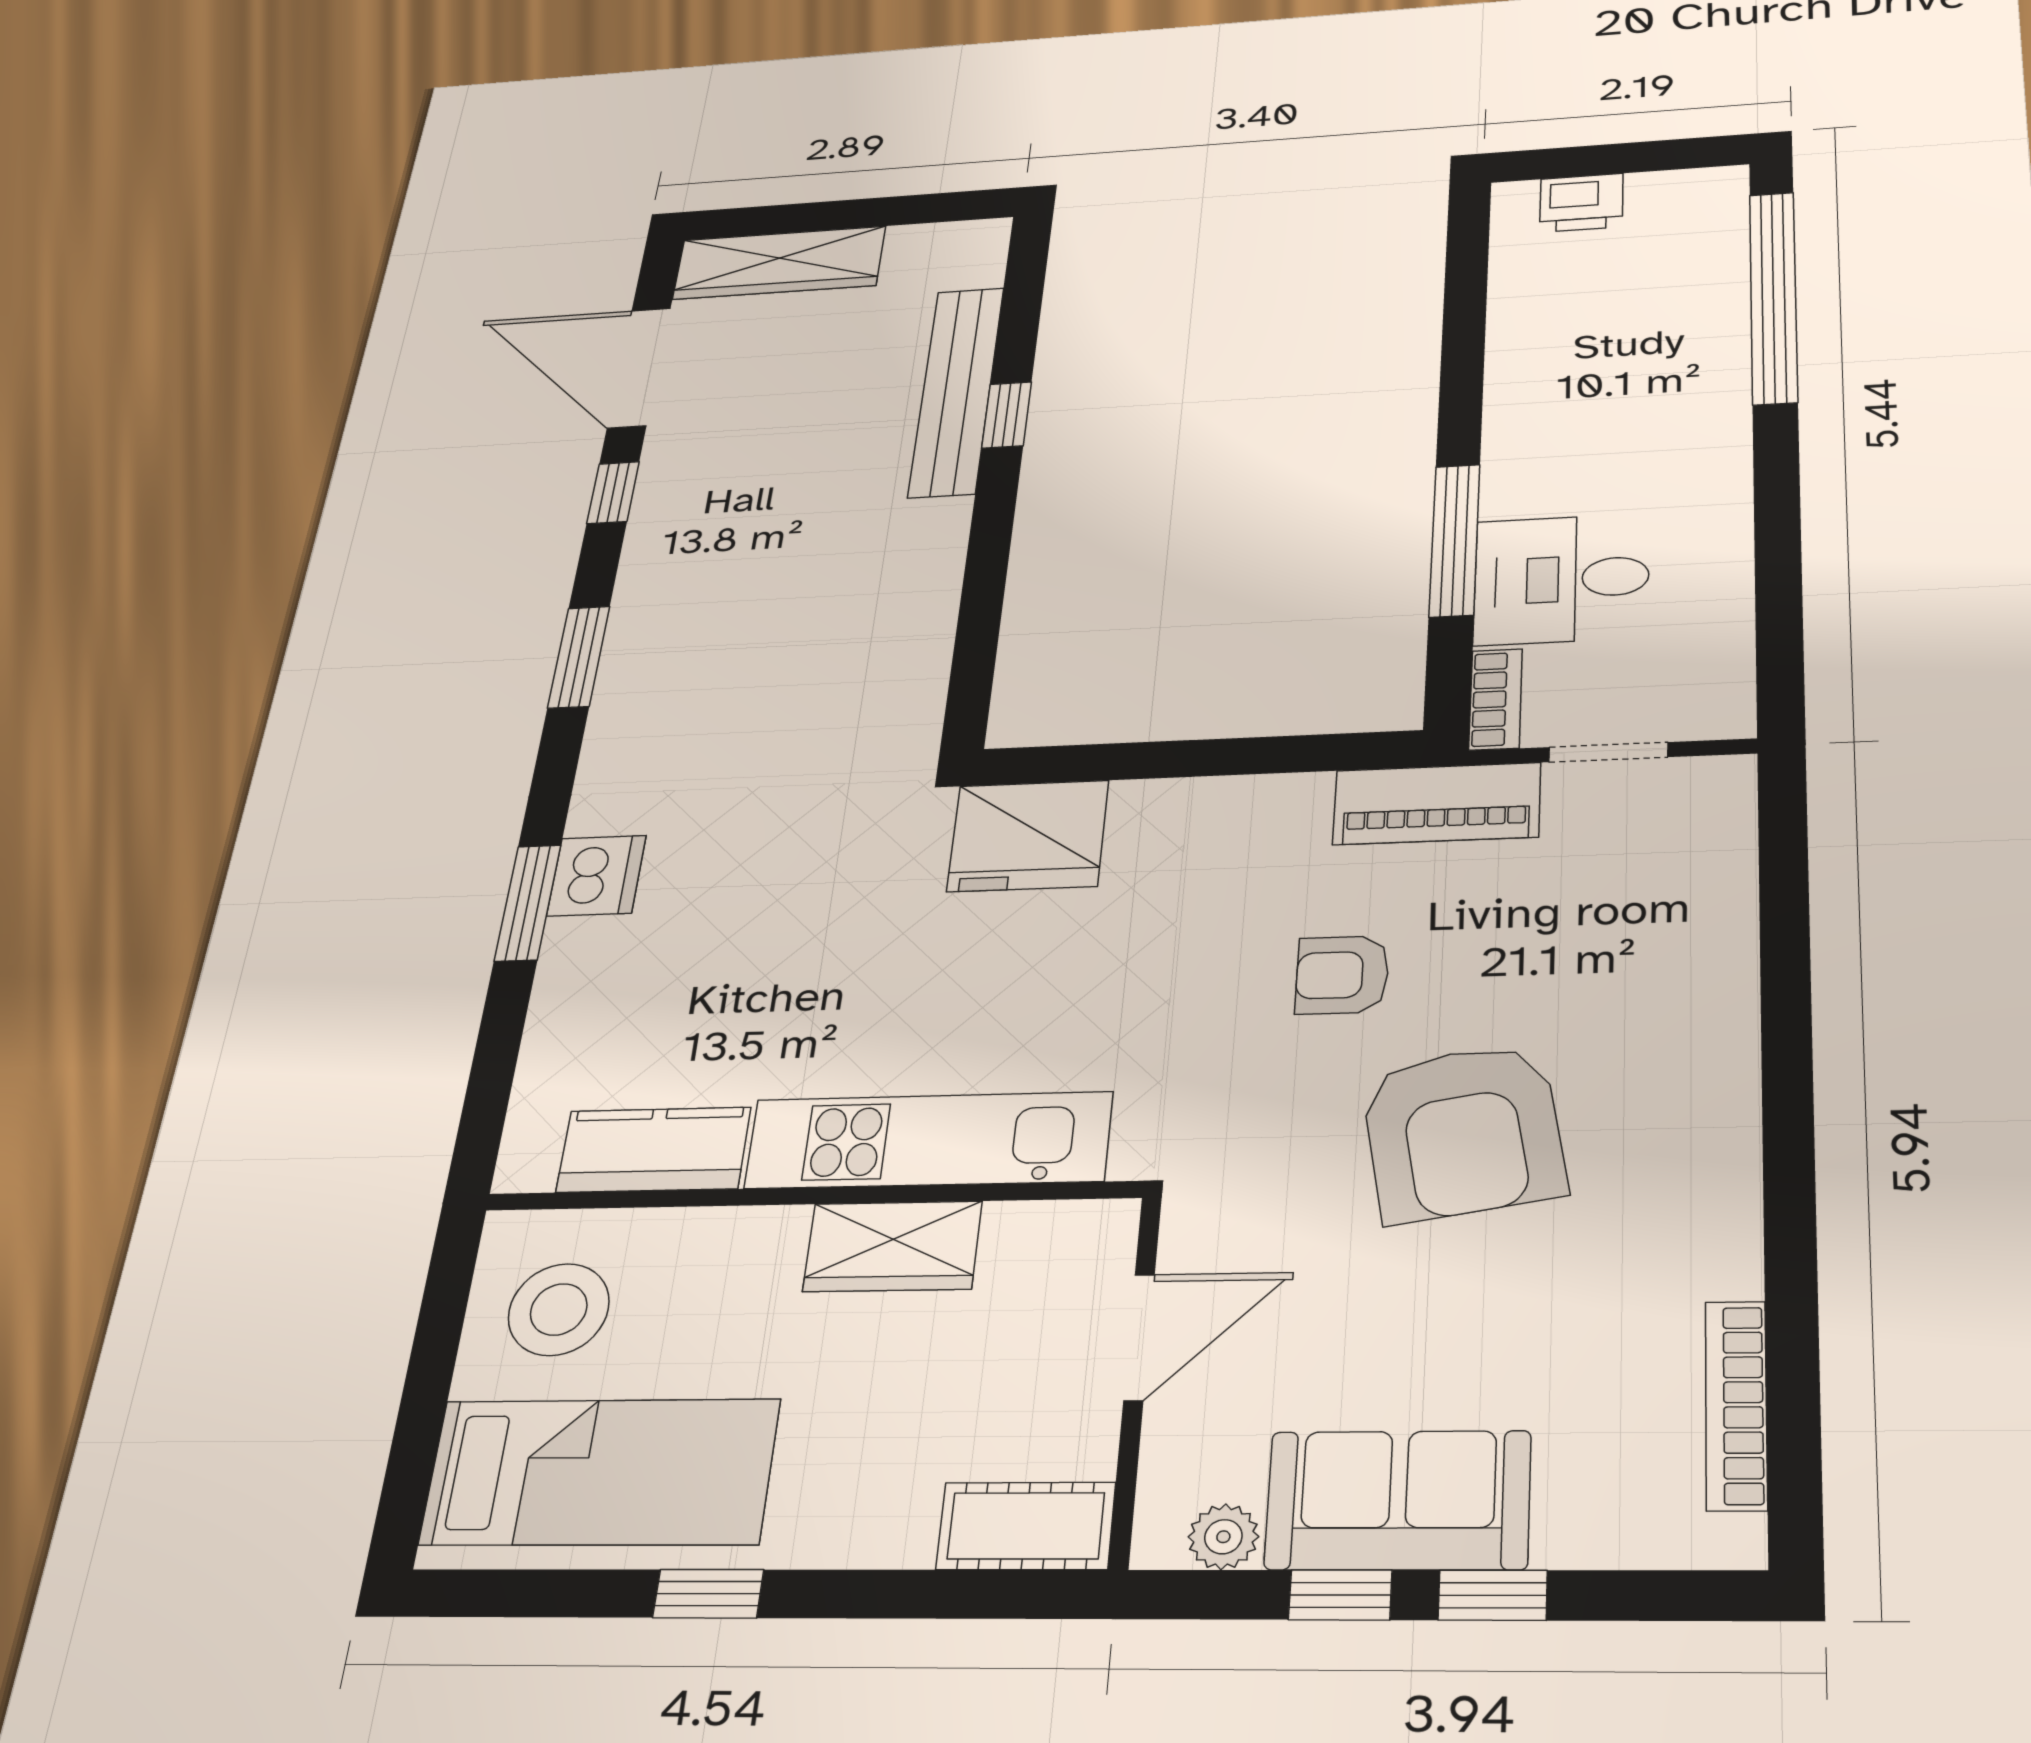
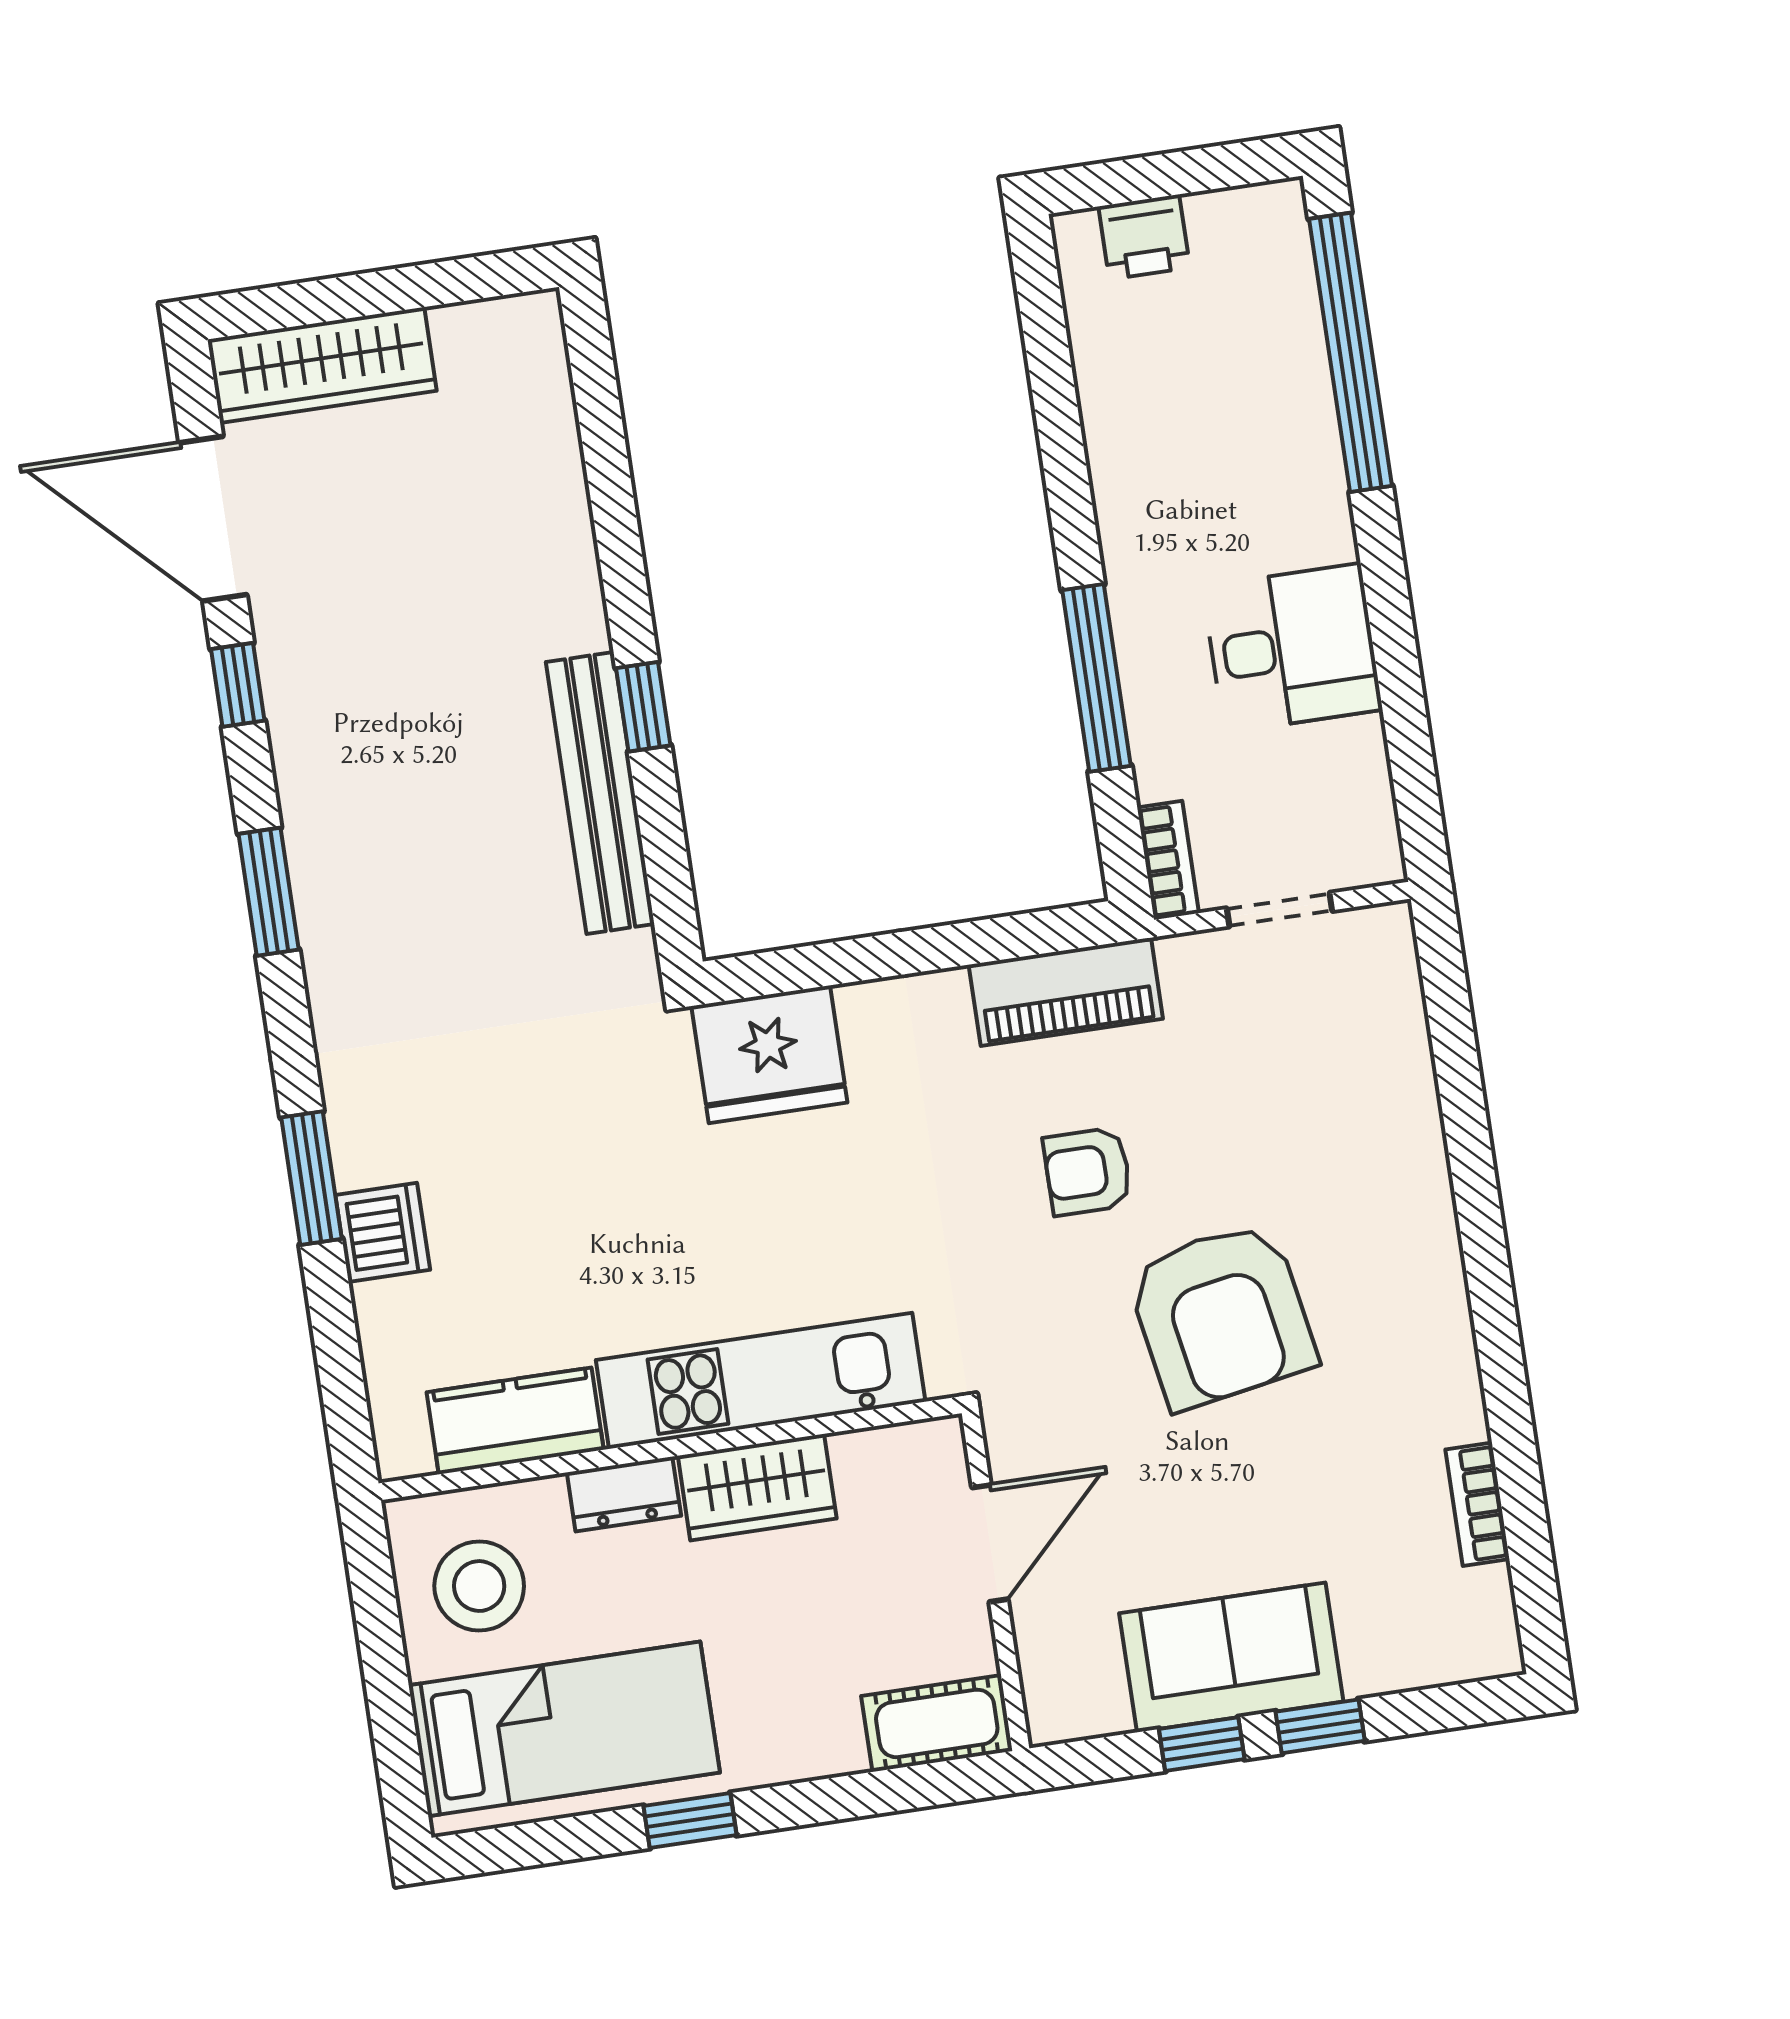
bench: (956, 391) -> (600, 793), moved
window: (1007, 415) -> (643, 707), moved
desk: (1562, 579) -> (1292, 648), moved, turned 180
piano: (1437, 804) -> (1066, 992), moved
dishwasher: (597, 876) -> (383, 1232), moved
dresser: (745, 1236) -> (624, 1494), added
bookcase: (1736, 1405) -> (1477, 1504), width x0.64
plant: (1223, 1537) -> (1099, 1709), removed

